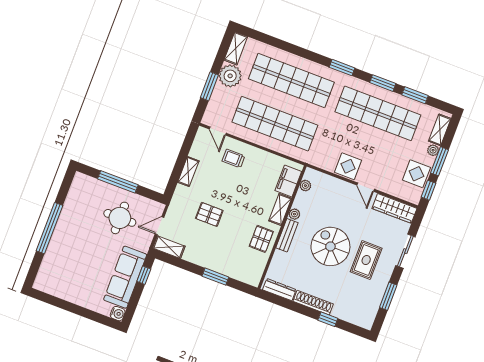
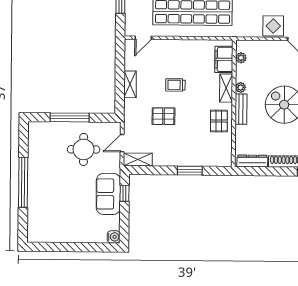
door: (218, 131) -> (143, 38), hinge flipped
trolley: (233, 158) -> (175, 85), moved
sofa: (125, 277) -> (108, 194), width x0.73

